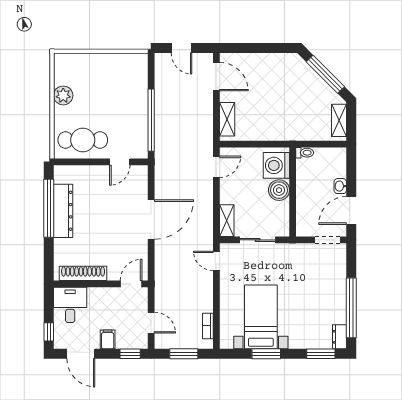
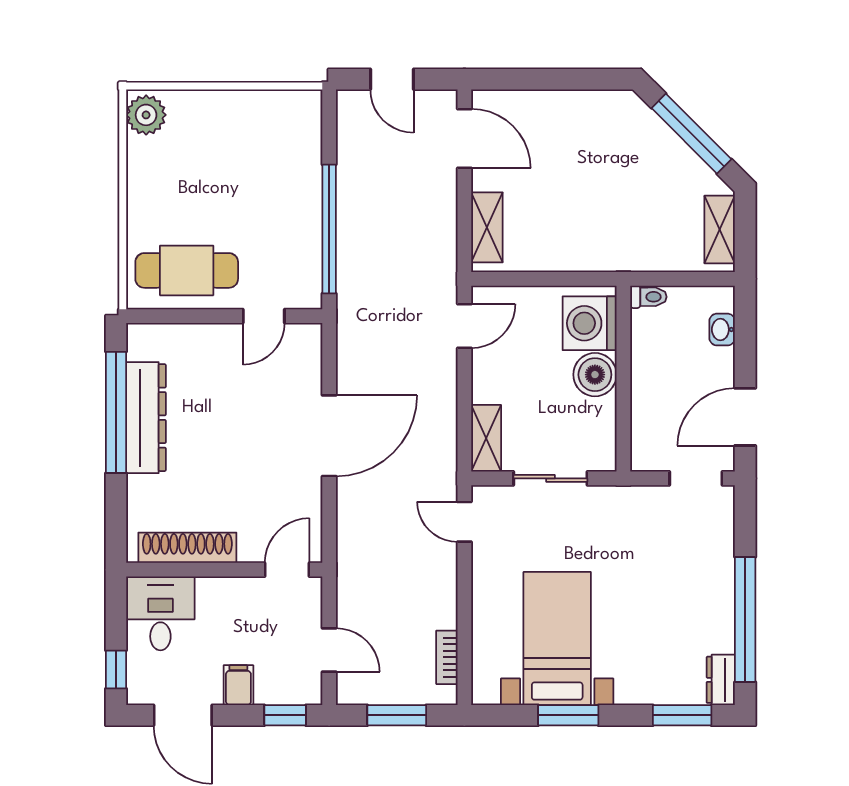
plant: (63, 95) -> (146, 115), moved
washbasin: (340, 186) -> (722, 330), moved

